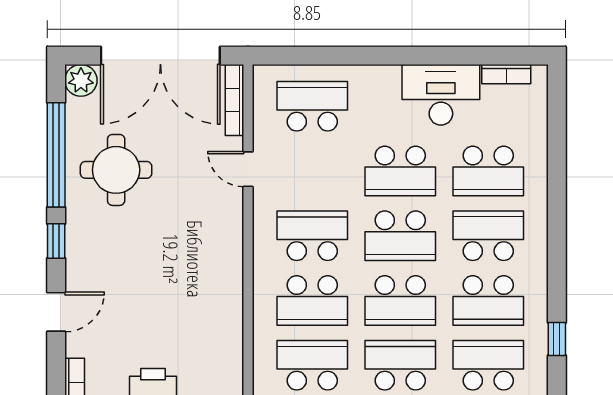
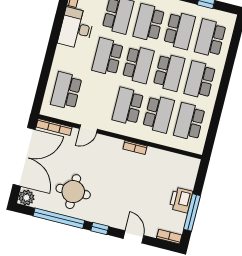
school desk: (400, 171) -> (108, 57), turned 180
bookcase: (234, 271) -> (135, 147), added

